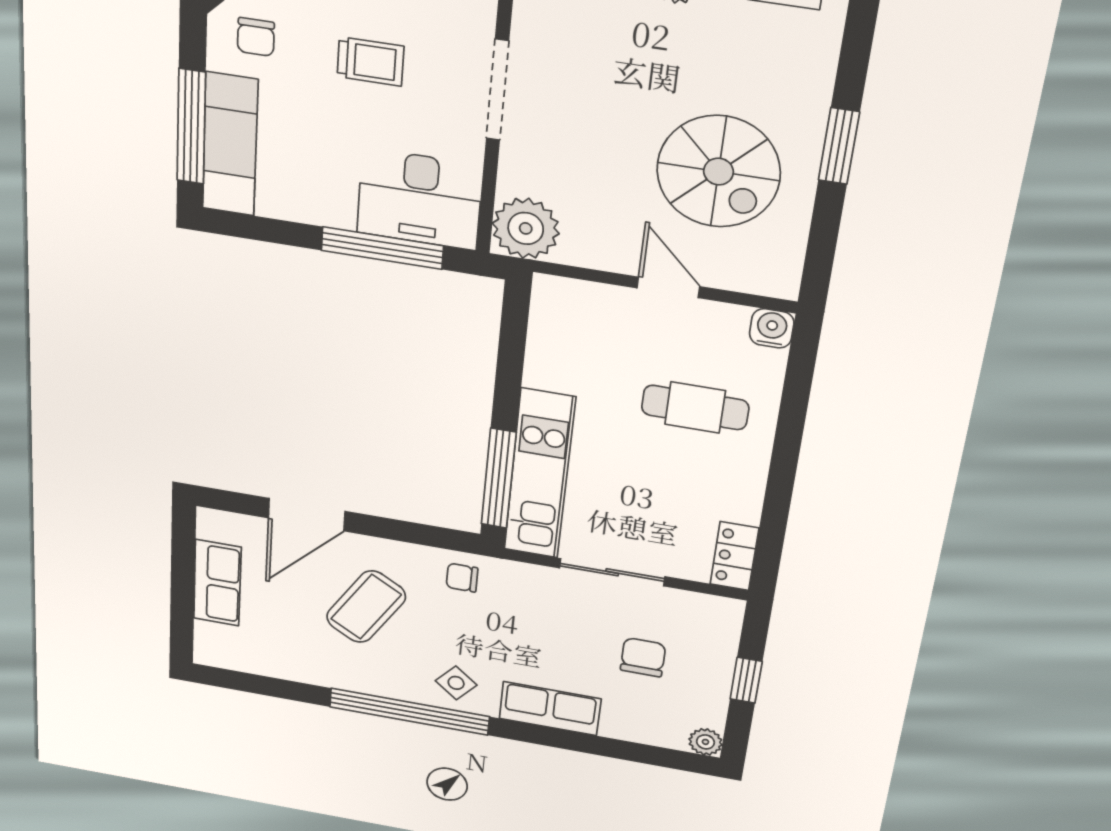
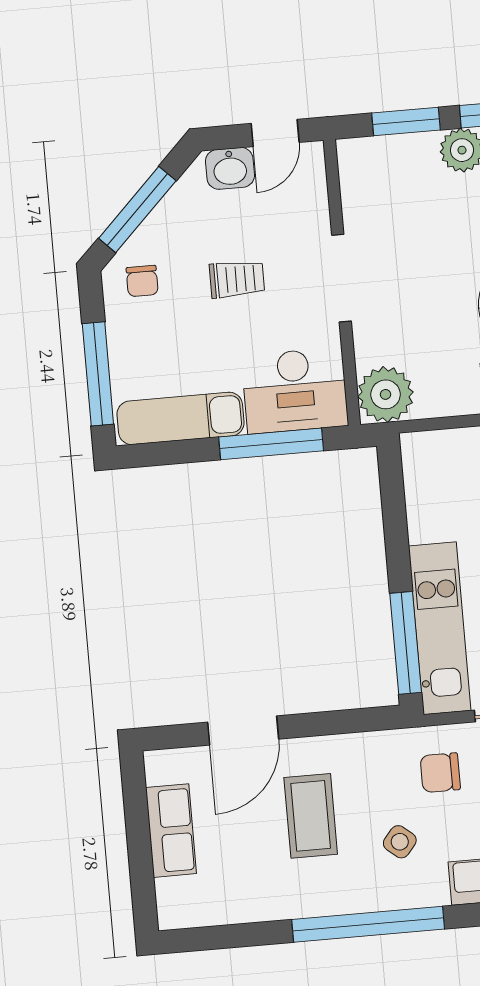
exam couch: (230, 145) -> (180, 418), moved, turned -90
chair: (462, 578) -> (440, 773), moved, width x1.37, depth x1.37
coffee table: (366, 607) -> (311, 816), turned -31
side table: (456, 683) -> (400, 842), moved

